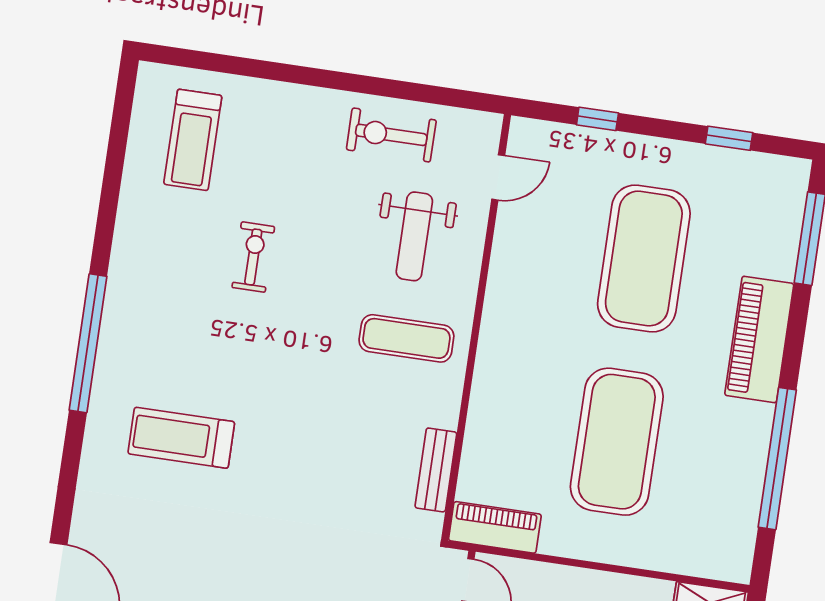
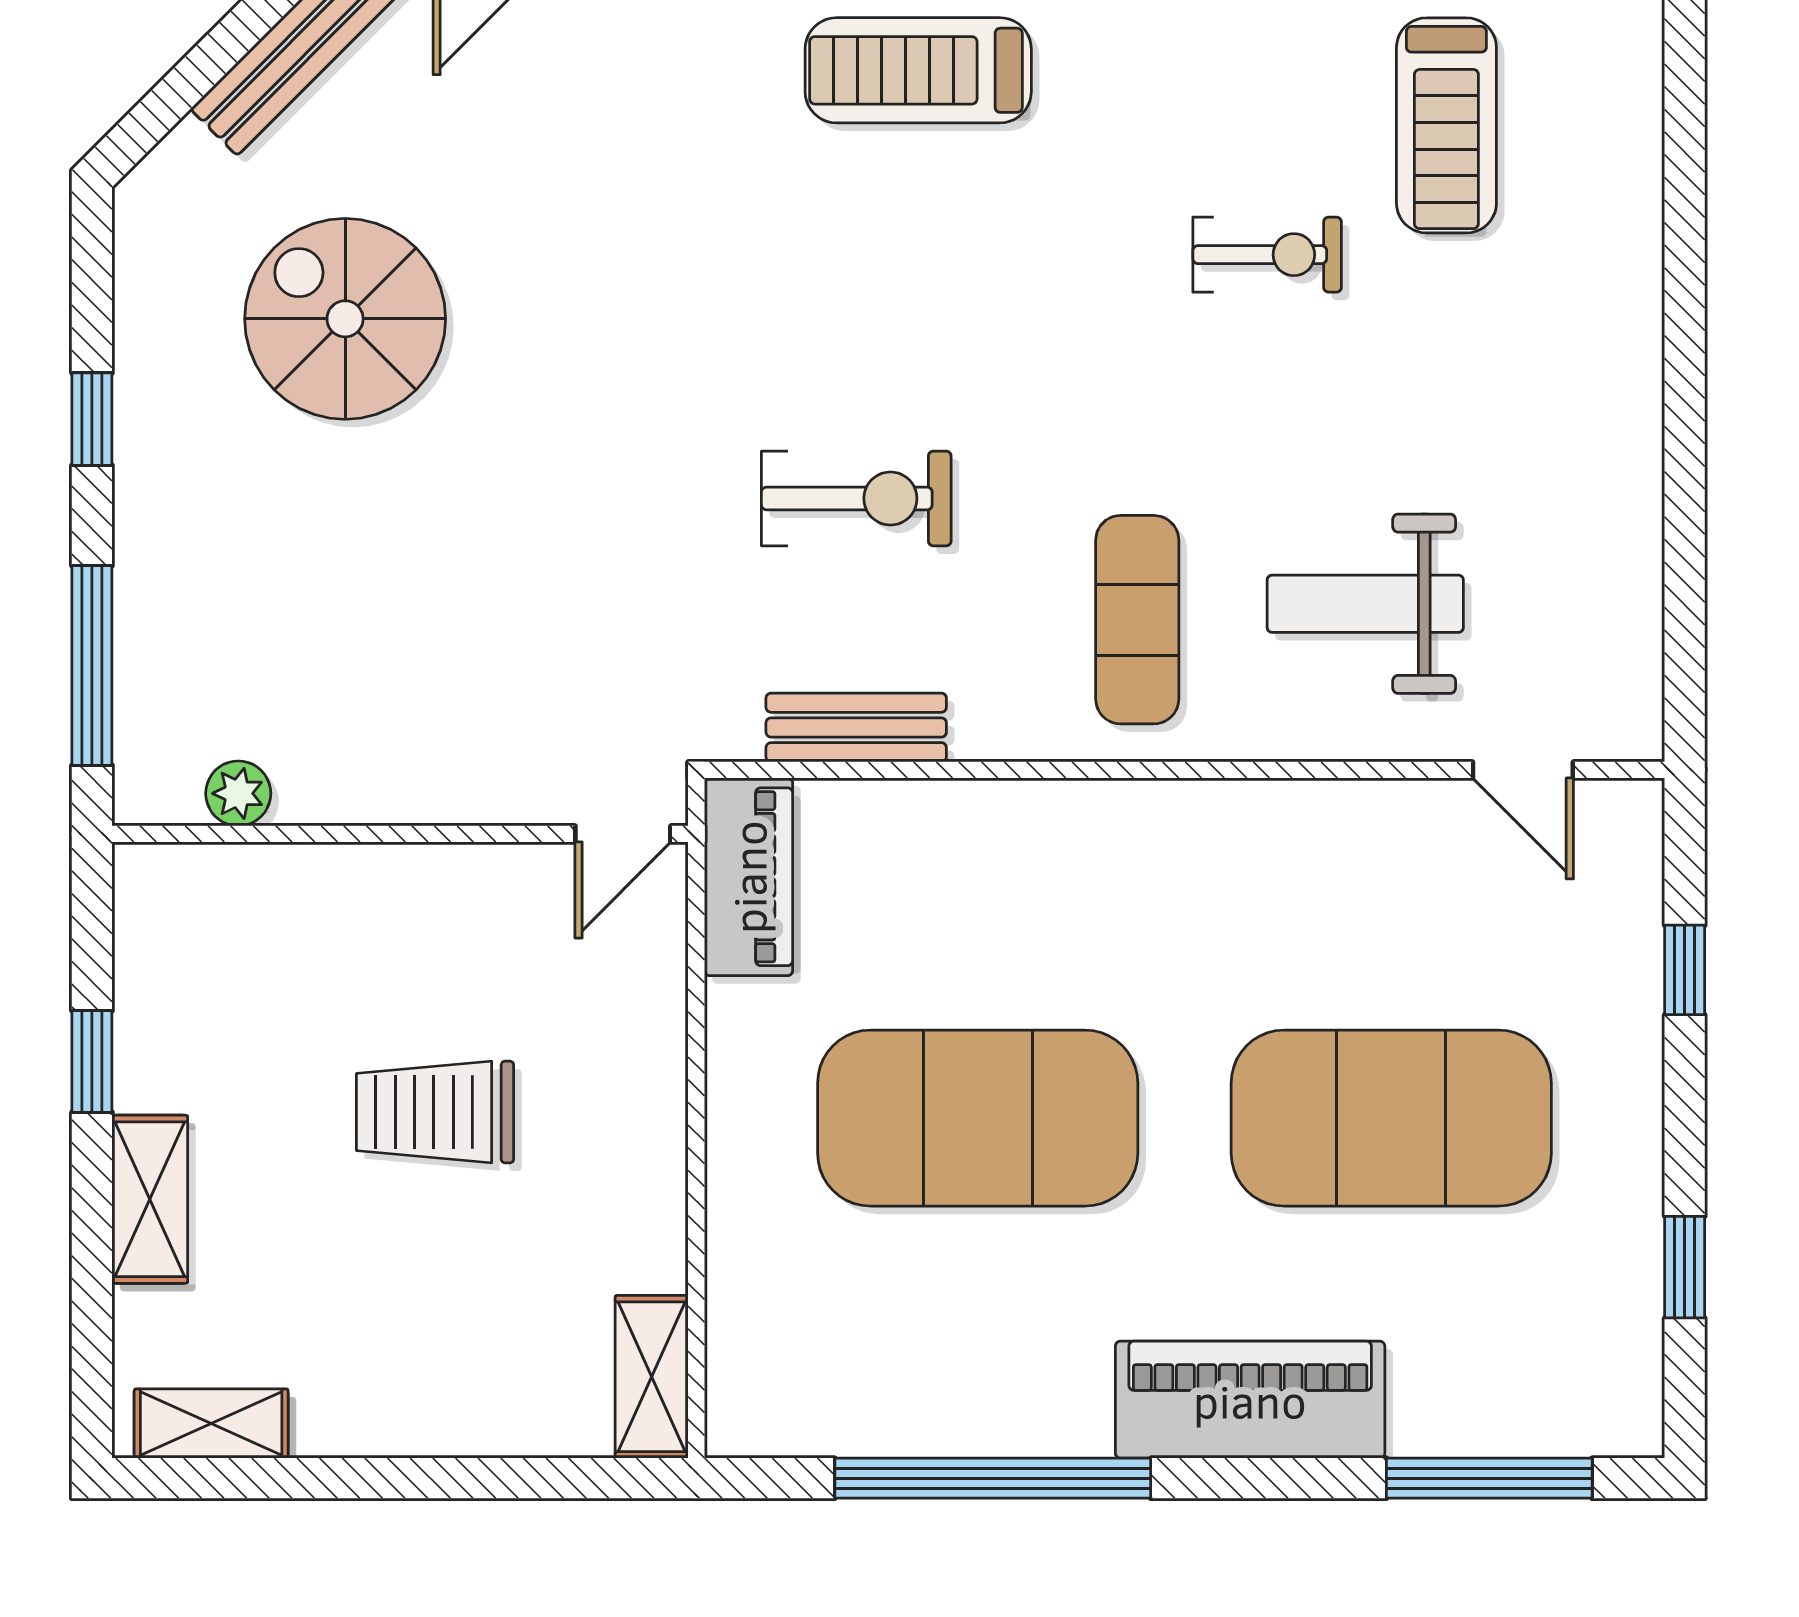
exercise bike: (391, 135) -> (856, 498), moved, turned 90
treadmill: (193, 140) -> (1446, 125), moved, turned -90
treadmill: (181, 438) -> (918, 70), moved, turned -90

